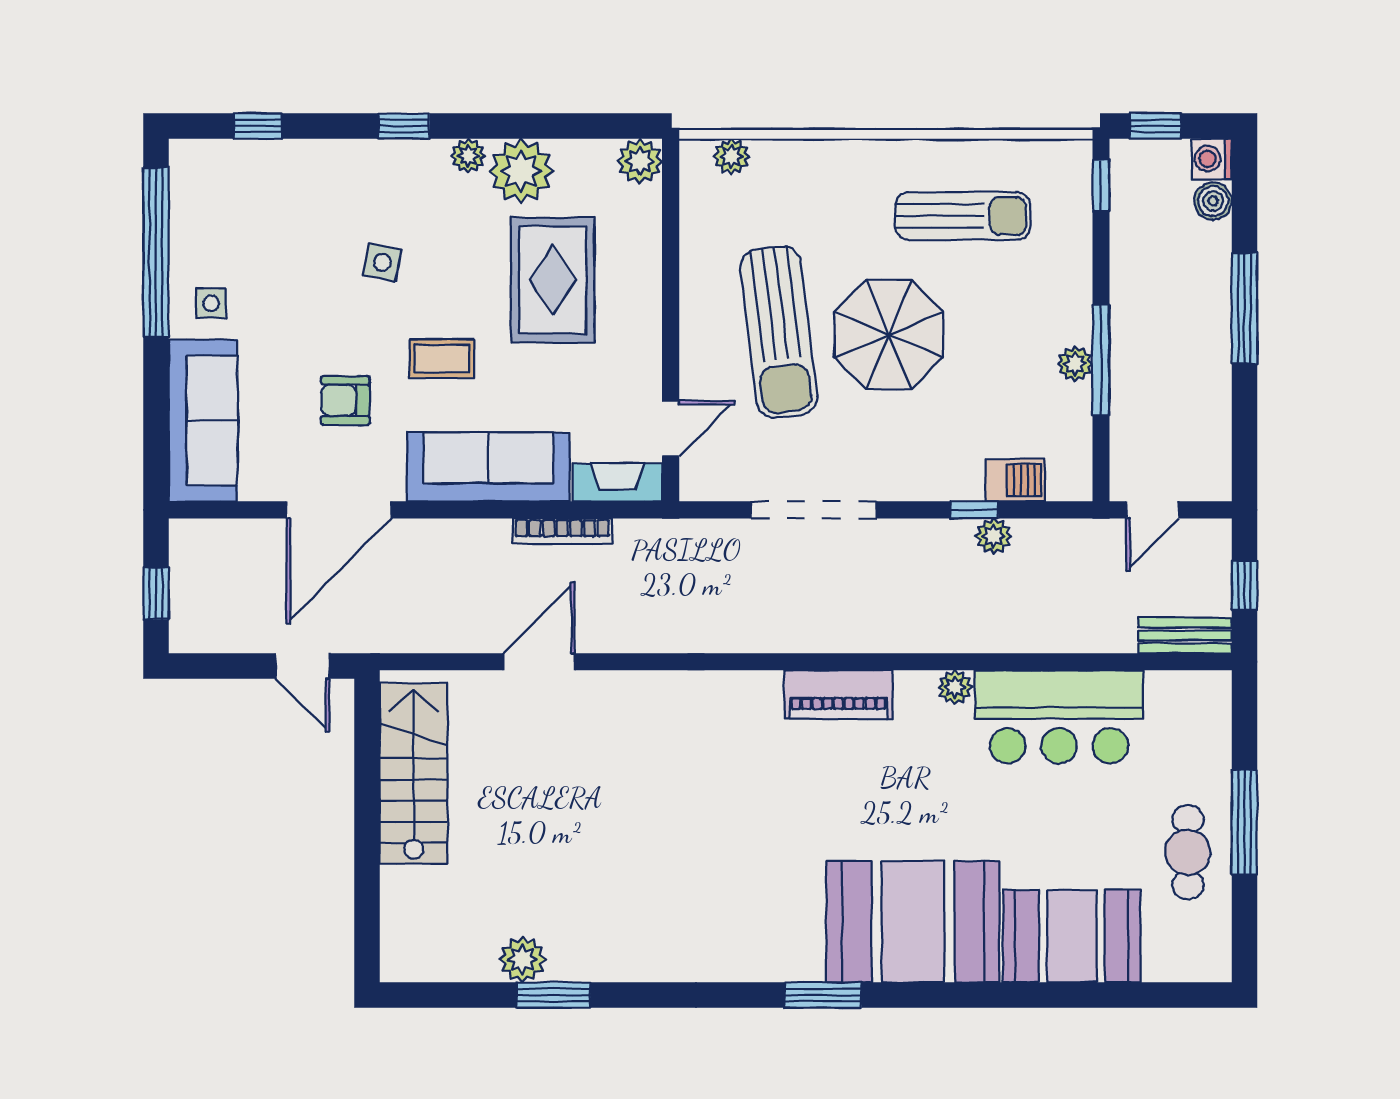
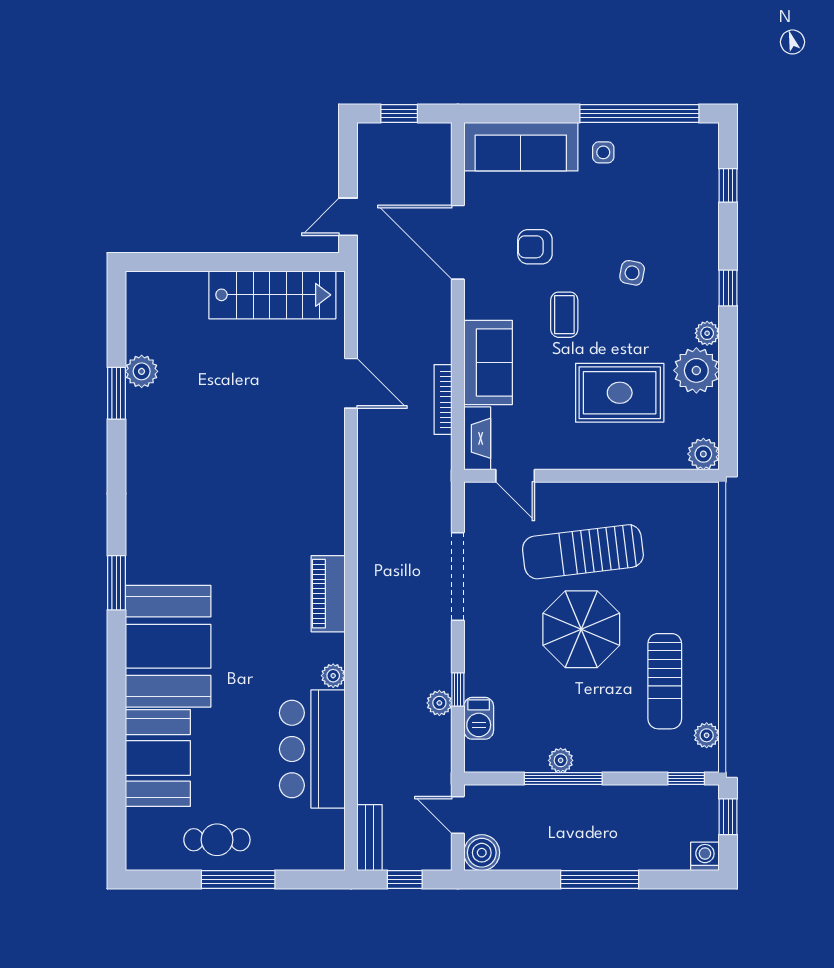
plant: (731, 156) -> (707, 735), moved
boiler: (1213, 201) -> (482, 853), moved, width x1.36, depth x1.36
armchair: (345, 400) -> (535, 247), turned -90
sofa: (488, 467) -> (488, 362), width x0.73

